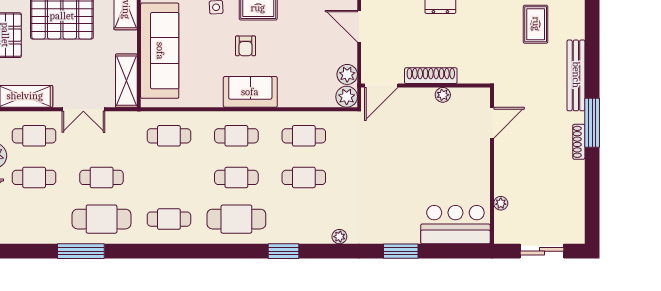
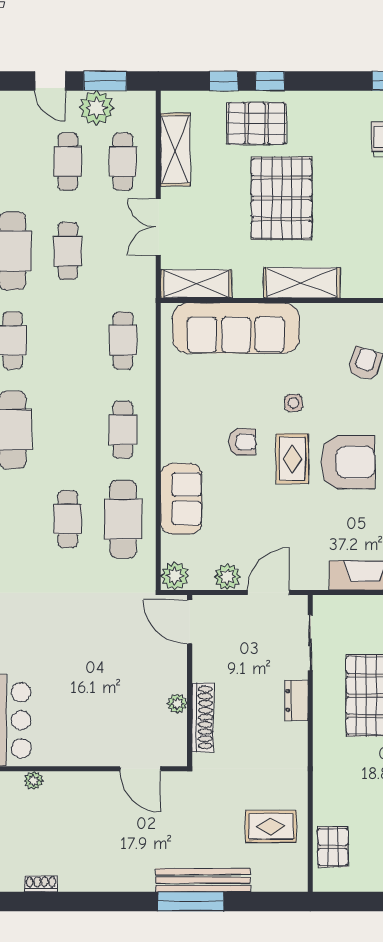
armchair: (246, 46) -> (242, 442), turned 180
plant: (347, 74) -> (227, 577), moved
shoe rack: (431, 76) -> (203, 717), moved
sofa: (250, 92) -> (181, 499), moved
window: (592, 123) -> (191, 901), moved
cafe table: (304, 136) -> (123, 519), width x1.37, depth x1.35
shoe rack: (579, 142) -> (41, 884), moved, width x0.70
cafe table: (236, 177) -> (68, 430), removed

